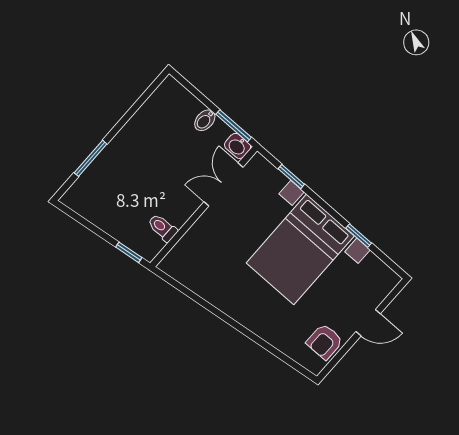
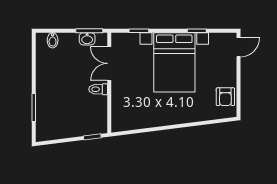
bidet: (205, 120) -> (53, 40), moved
washbasin: (238, 146) -> (87, 39), moved
toilet: (162, 228) -> (98, 89), moved
door: (368, 323) -> (239, 47), moved

